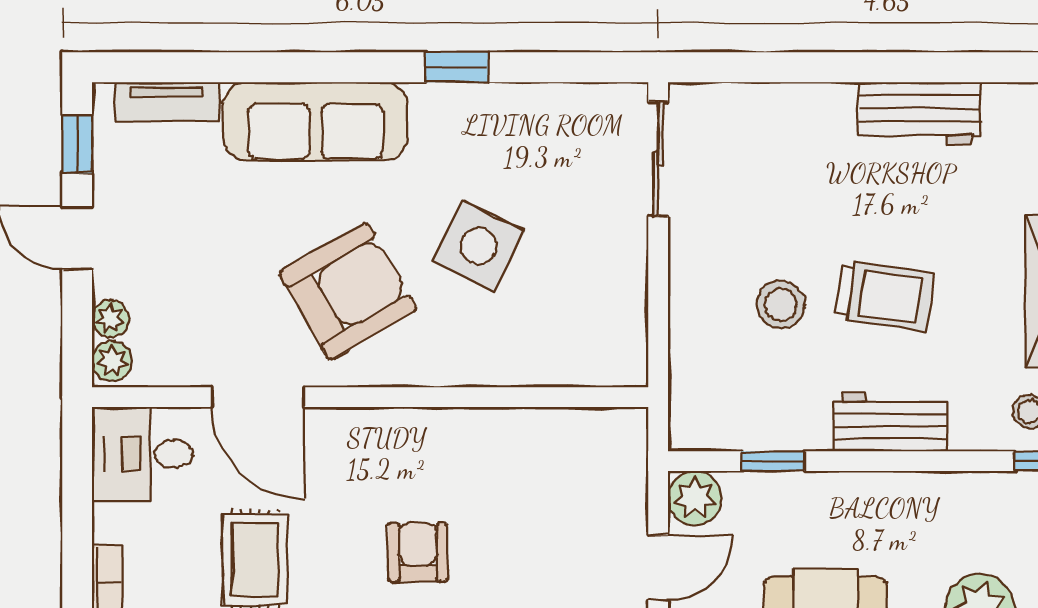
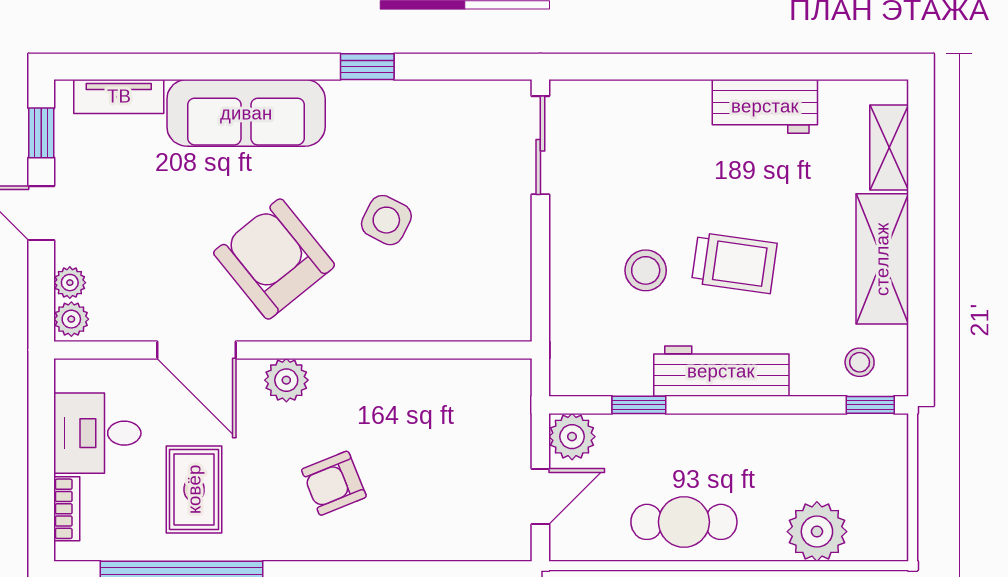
side table: (479, 246) -> (386, 220), width x0.73, depth x0.73
armchair: (348, 291) -> (274, 259), turned -99
workbench: (890, 422) -> (721, 371), width x1.38
plant: (362, 432) -> (286, 380), added
desk: (142, 454) -> (97, 433), moved
armchair: (418, 552) -> (334, 483), turned -112

